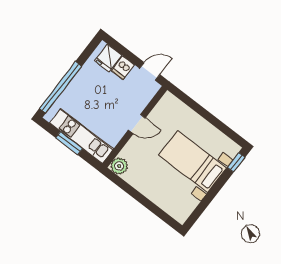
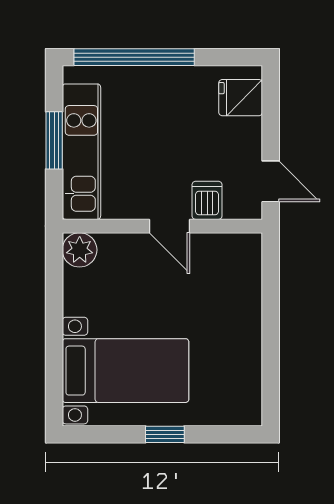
dishwasher: (123, 68) -> (207, 200), moved, turned 90
bed with nightstands: (193, 162) -> (125, 371), moved, turned 90
window: (236, 162) -> (165, 434), moved

